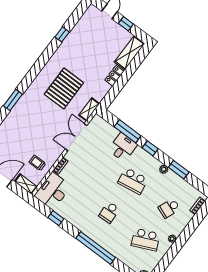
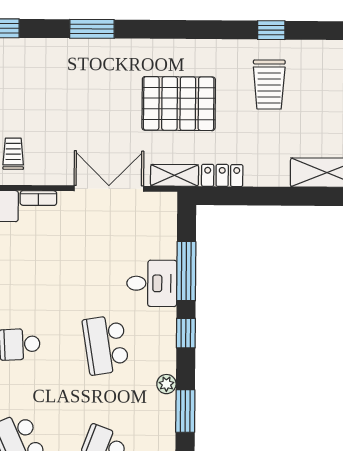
trolley: (82, 50) -> (269, 85), added
locker: (114, 76) -> (222, 175), moved

